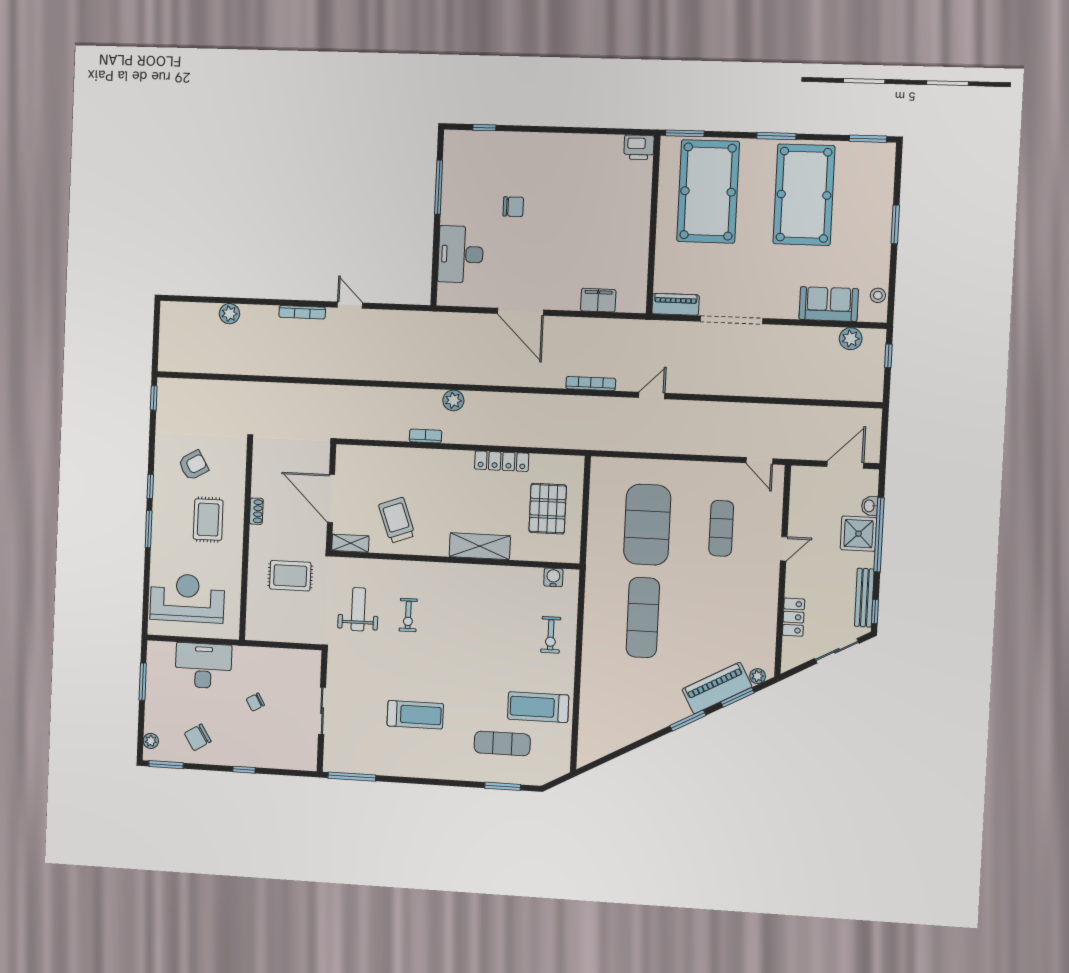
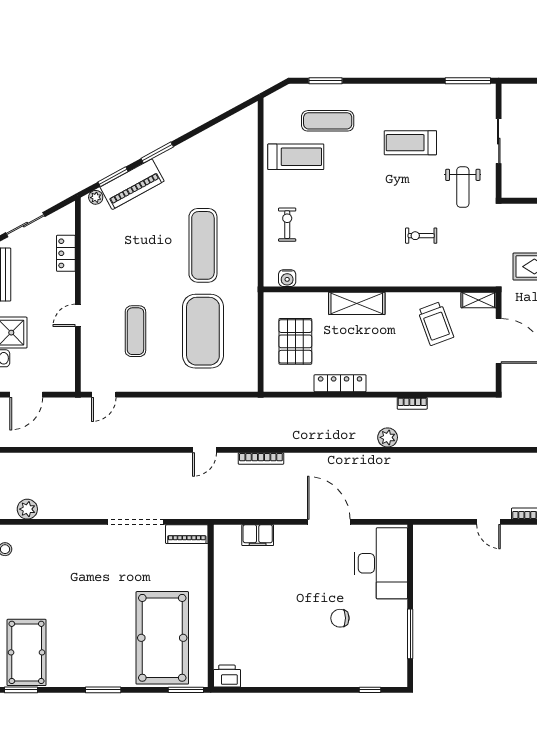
pool table: (804, 195) -> (27, 652), moved, width x0.73, depth x0.76
desk: (461, 254) -> (381, 563), width x1.36, depth x1.30
sofa: (829, 304) -> (49, 540), removed
door: (759, 461) -> (104, 395), swing flipped
weight bench: (358, 609) -> (463, 187), moved
exercise bike: (408, 615) -> (421, 236), turned -90

